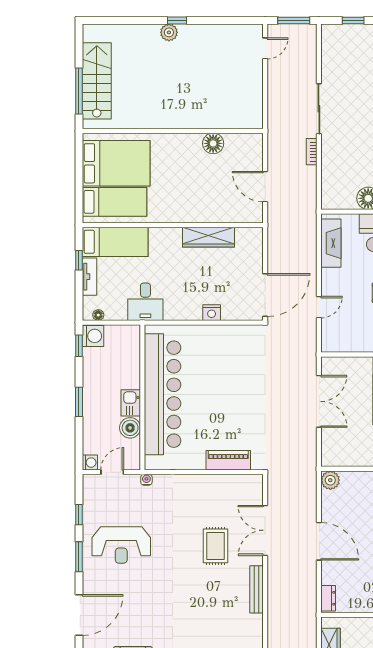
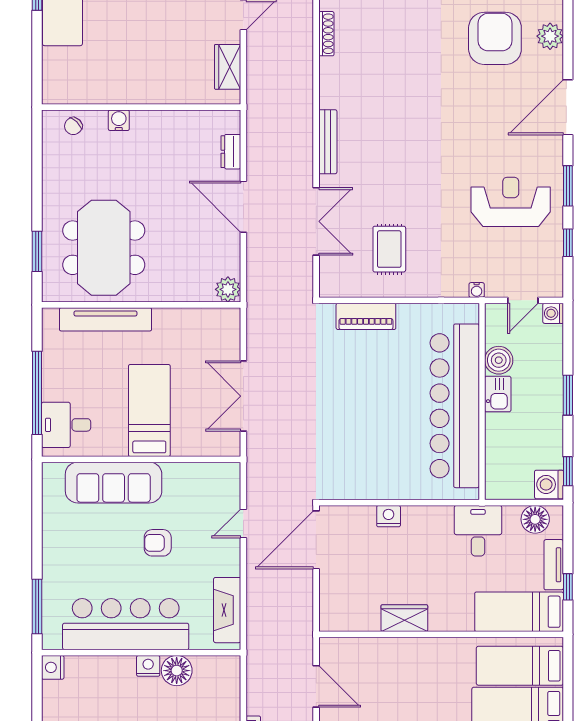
wardrobe: (208, 237) -> (404, 618), width x0.67
floor lamp: (98, 315) -> (535, 519), width x1.89, depth x1.89
rug: (215, 546) -> (389, 249), moved
dresser: (328, 598) -> (231, 152), moved

